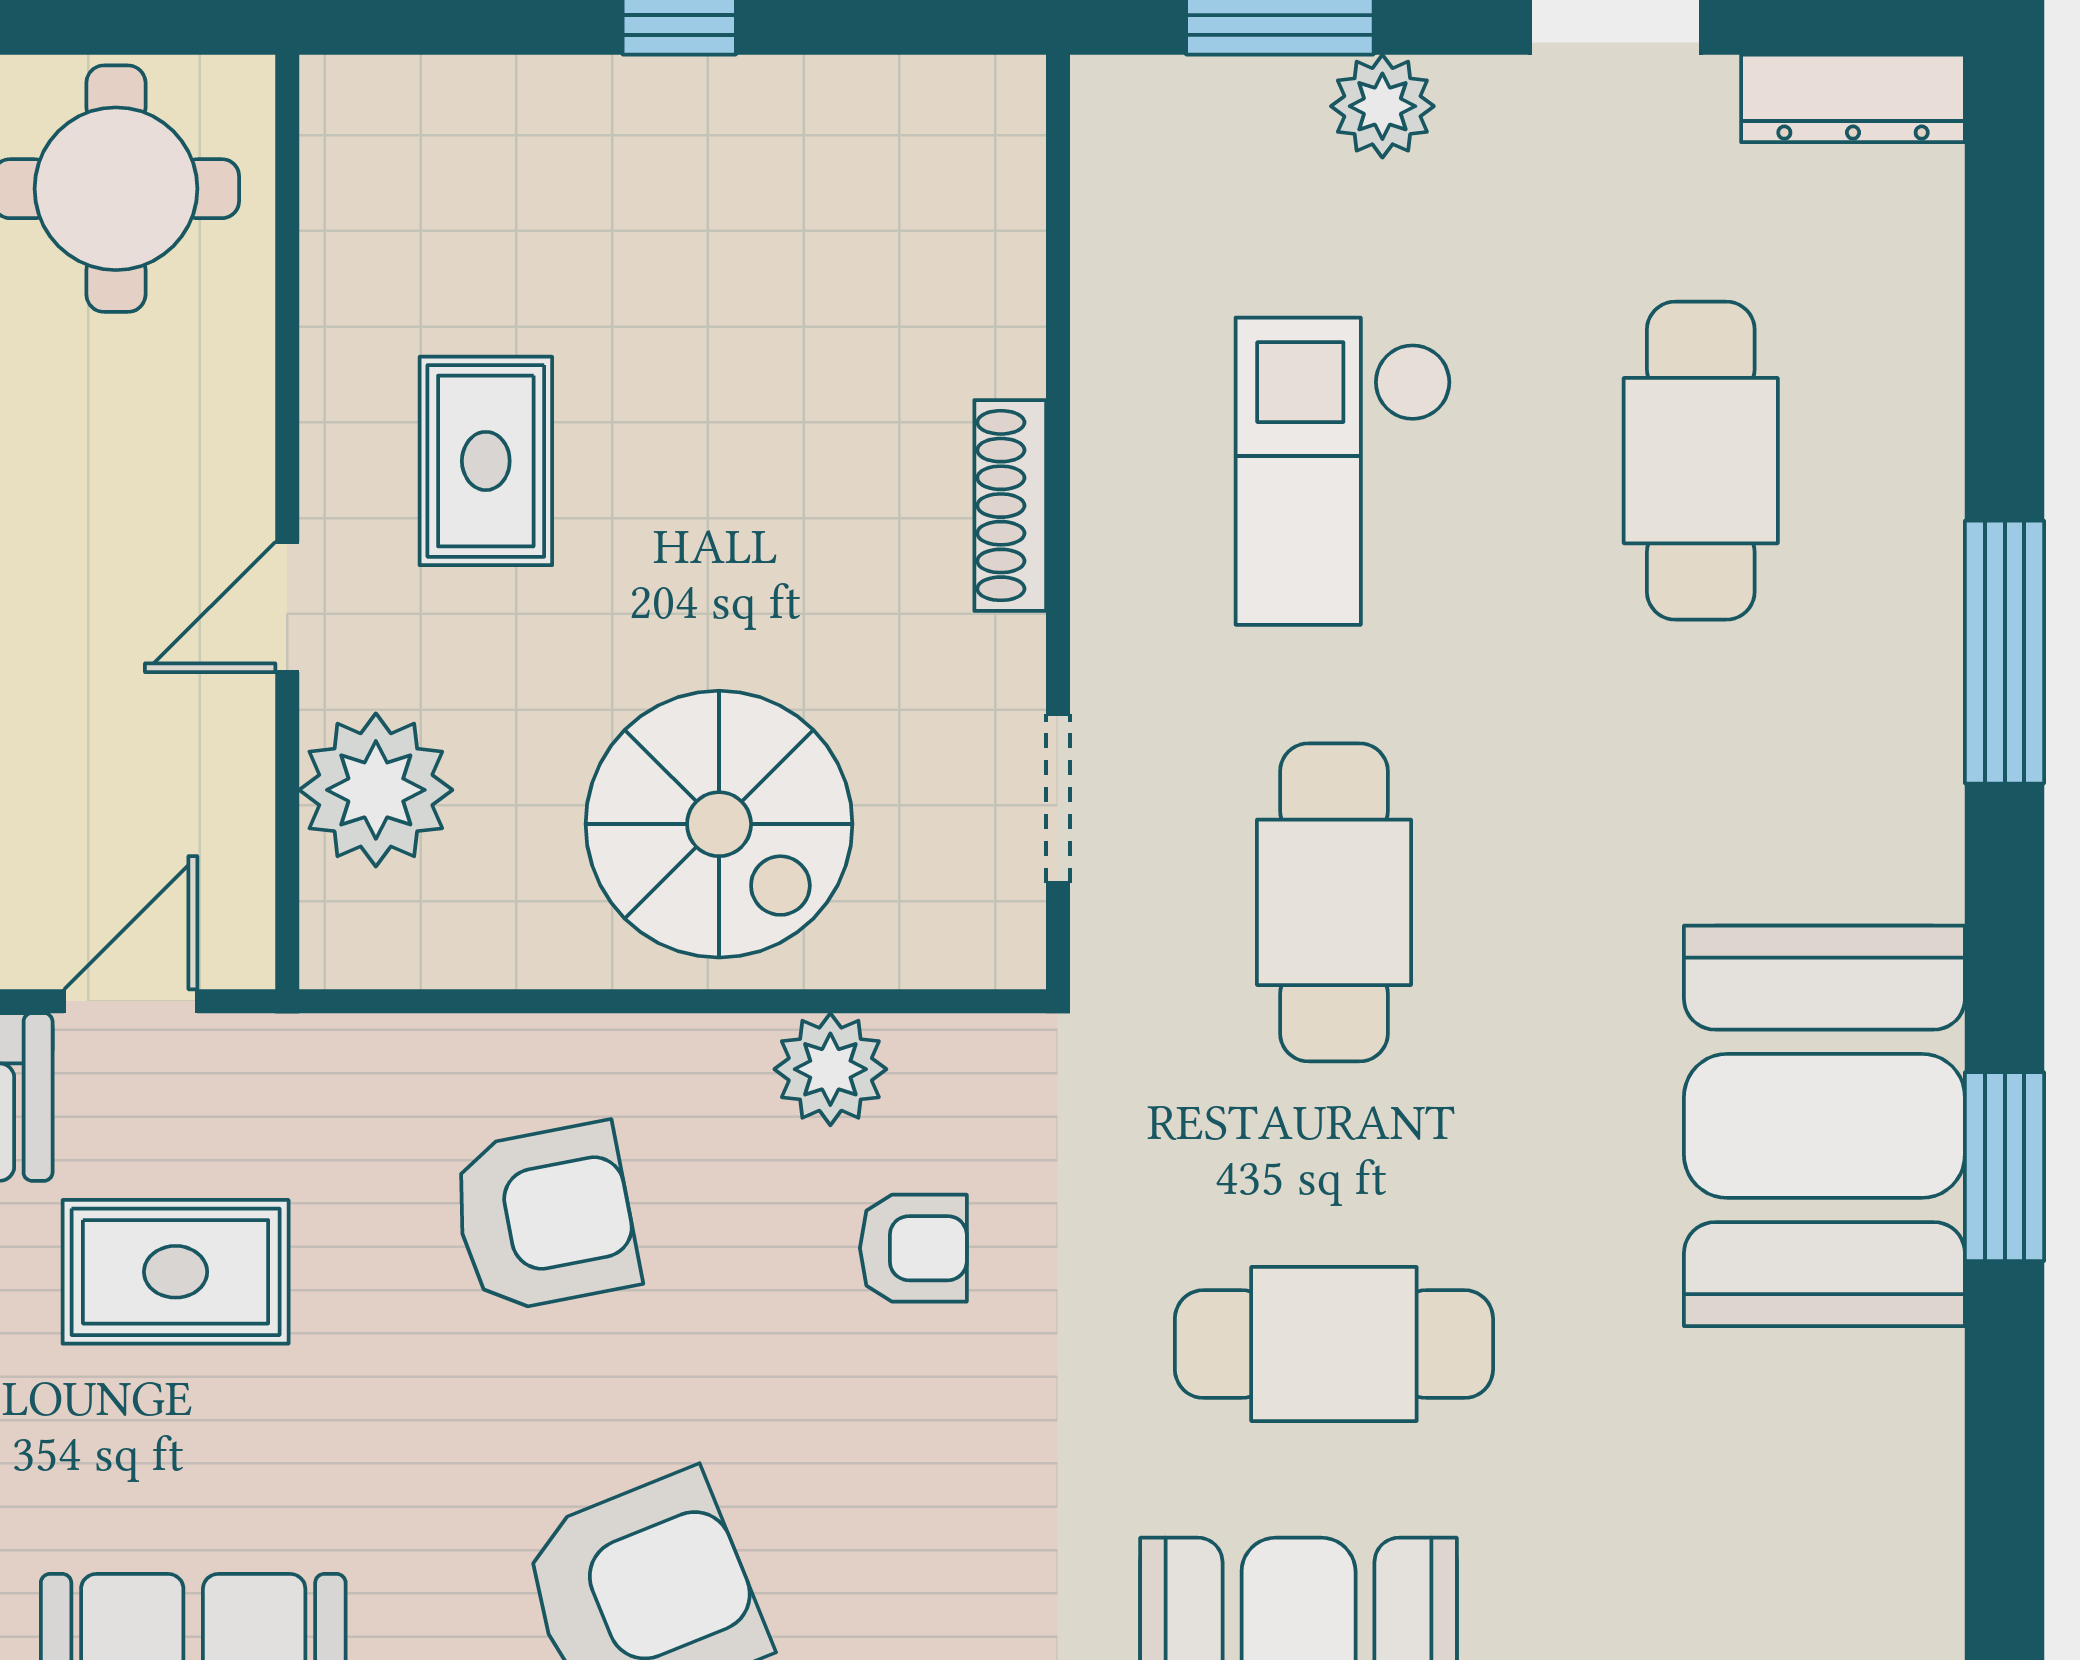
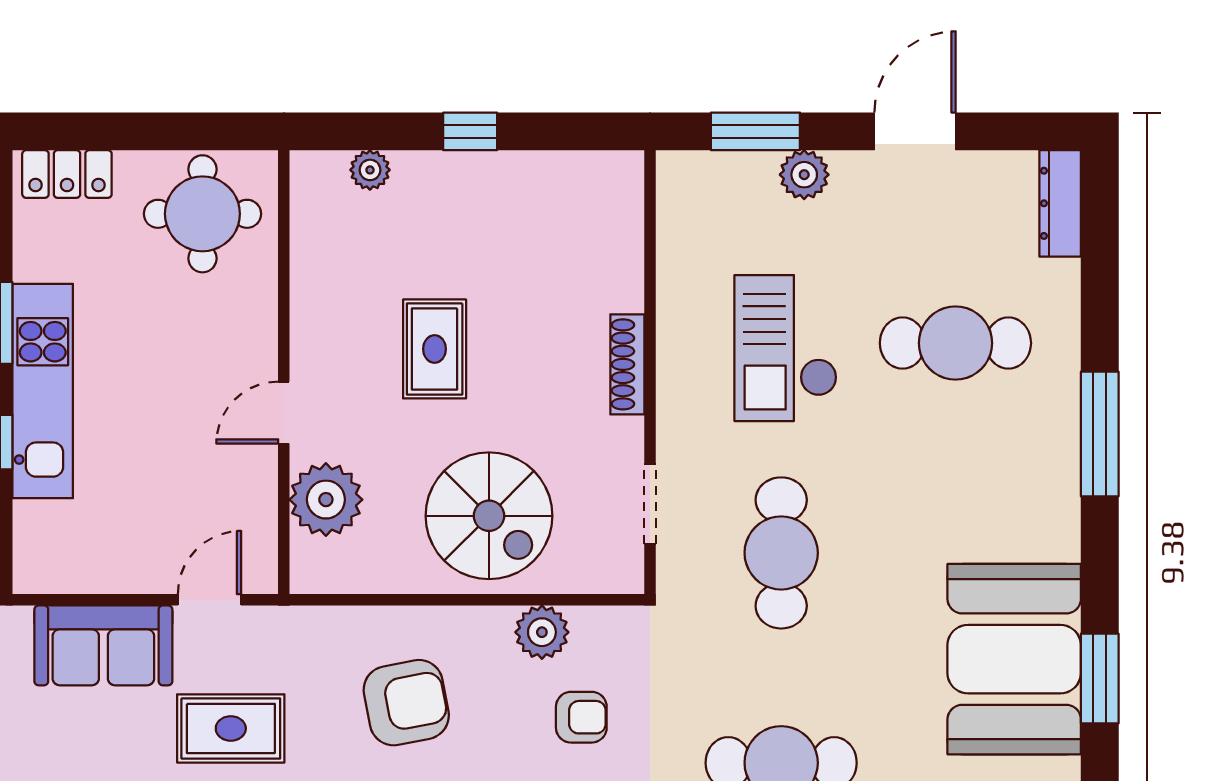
plant: (469, 96) -> (370, 170), added
dresser: (1853, 98) -> (1060, 203), moved, turned 90
rug: (486, 461) -> (435, 349), moved
cafe table: (1701, 461) -> (955, 343), turned 90

